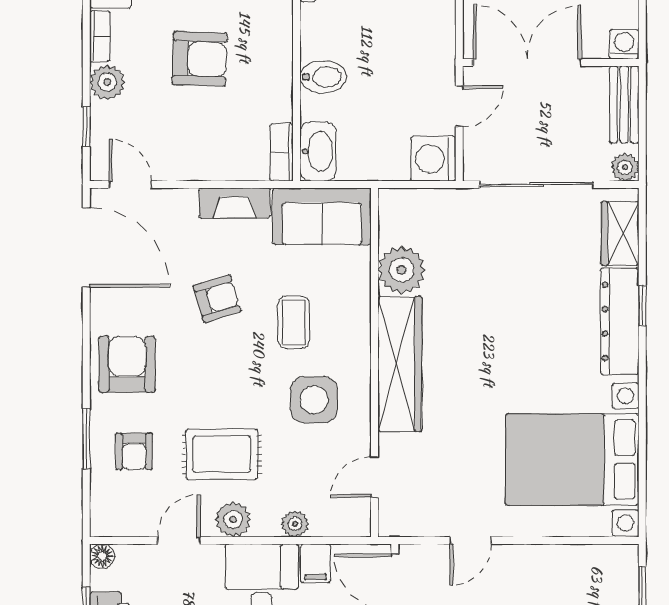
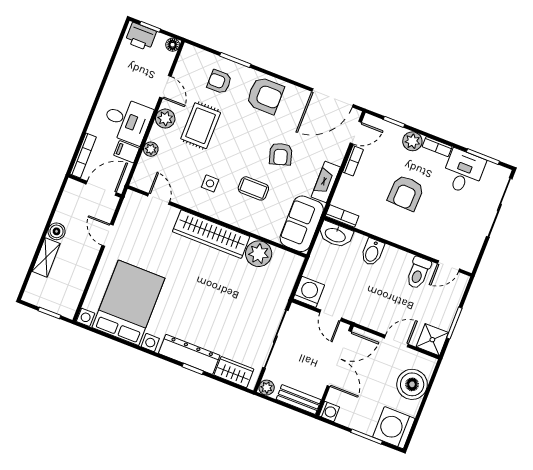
bookcase: (180, 171) -> (353, 161), added
side table: (314, 400) -> (210, 183), width x0.54, depth x0.54

